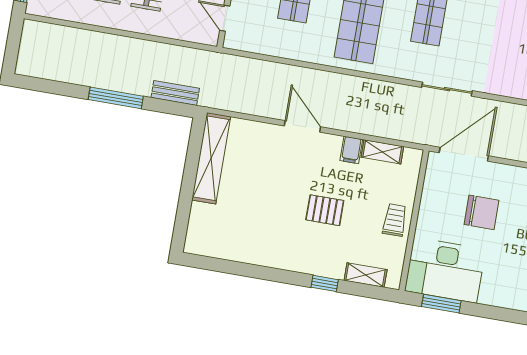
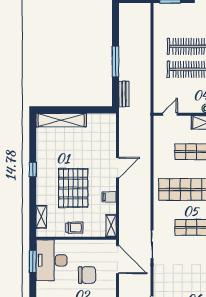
shelving: (382, 152) -> (111, 226), moved
shelving: (211, 158) -> (61, 120), moved
pallet: (325, 210) -> (73, 188), width x2.05, depth x2.00
chair: (481, 212) -> (87, 275), turned -90
window: (325, 283) -> (33, 169), moved

